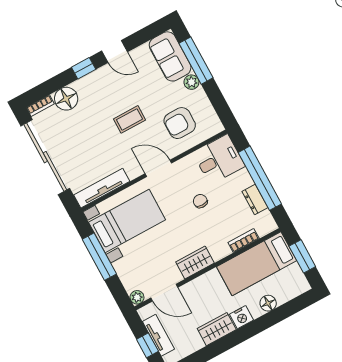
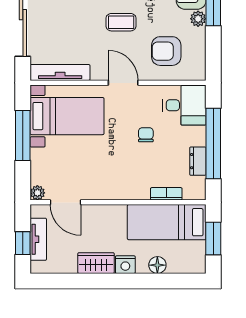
wardrobe: (195, 262) -> (110, 190), removed

